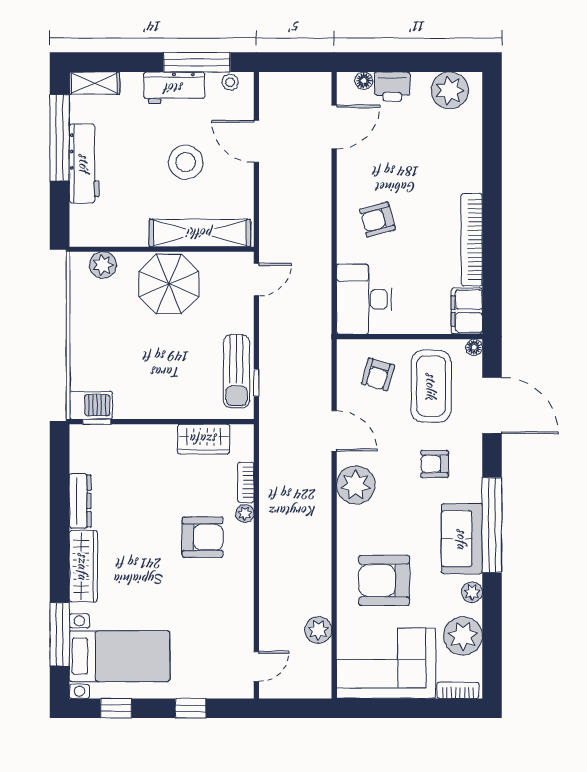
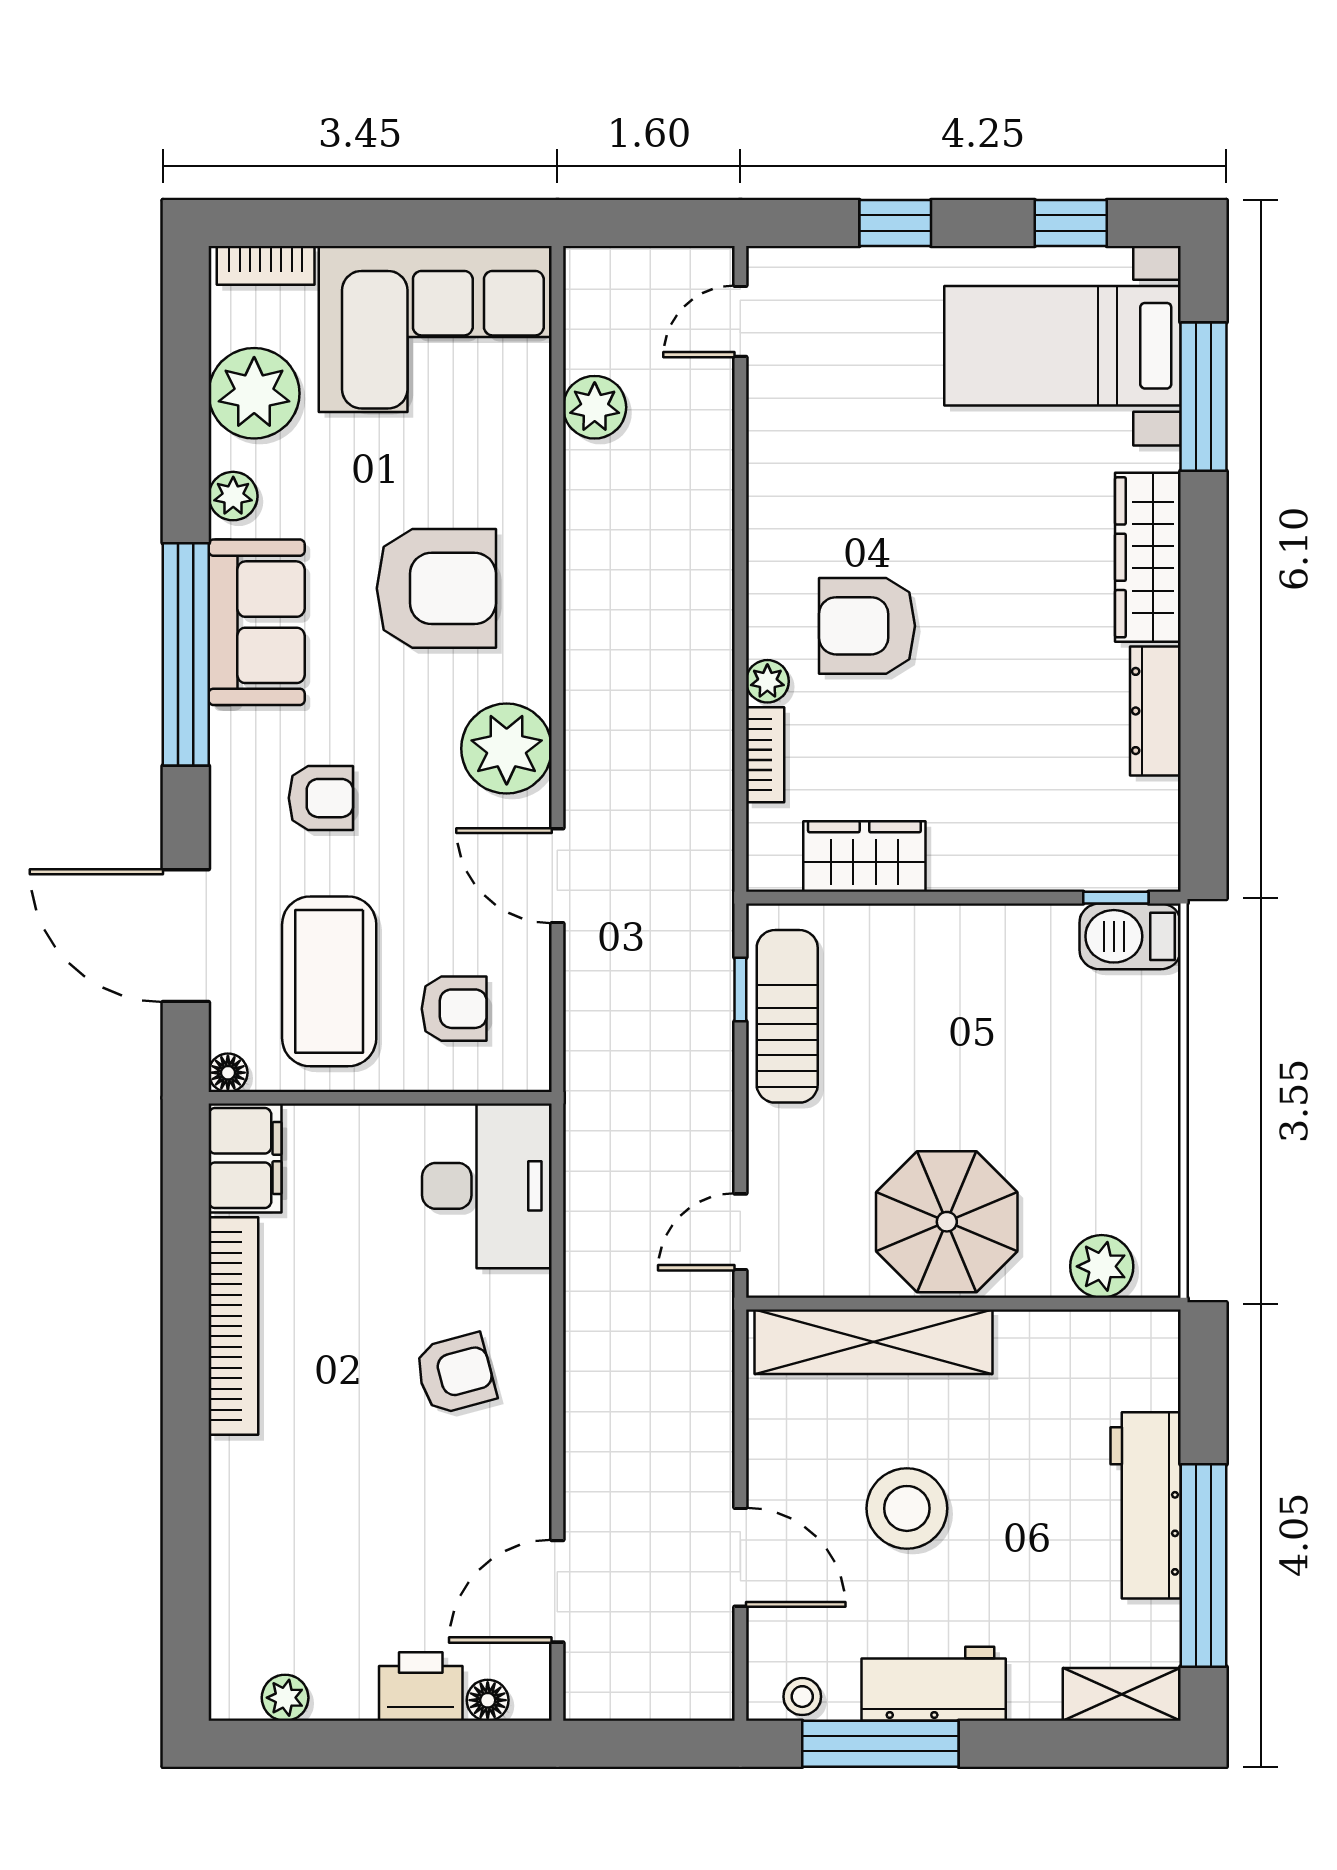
plant: (450, 90) -> (285, 1698), width x0.53, depth x0.53
armchair: (378, 374) -> (454, 1009), turned 74
armchair: (384, 580) -> (436, 588), moved

